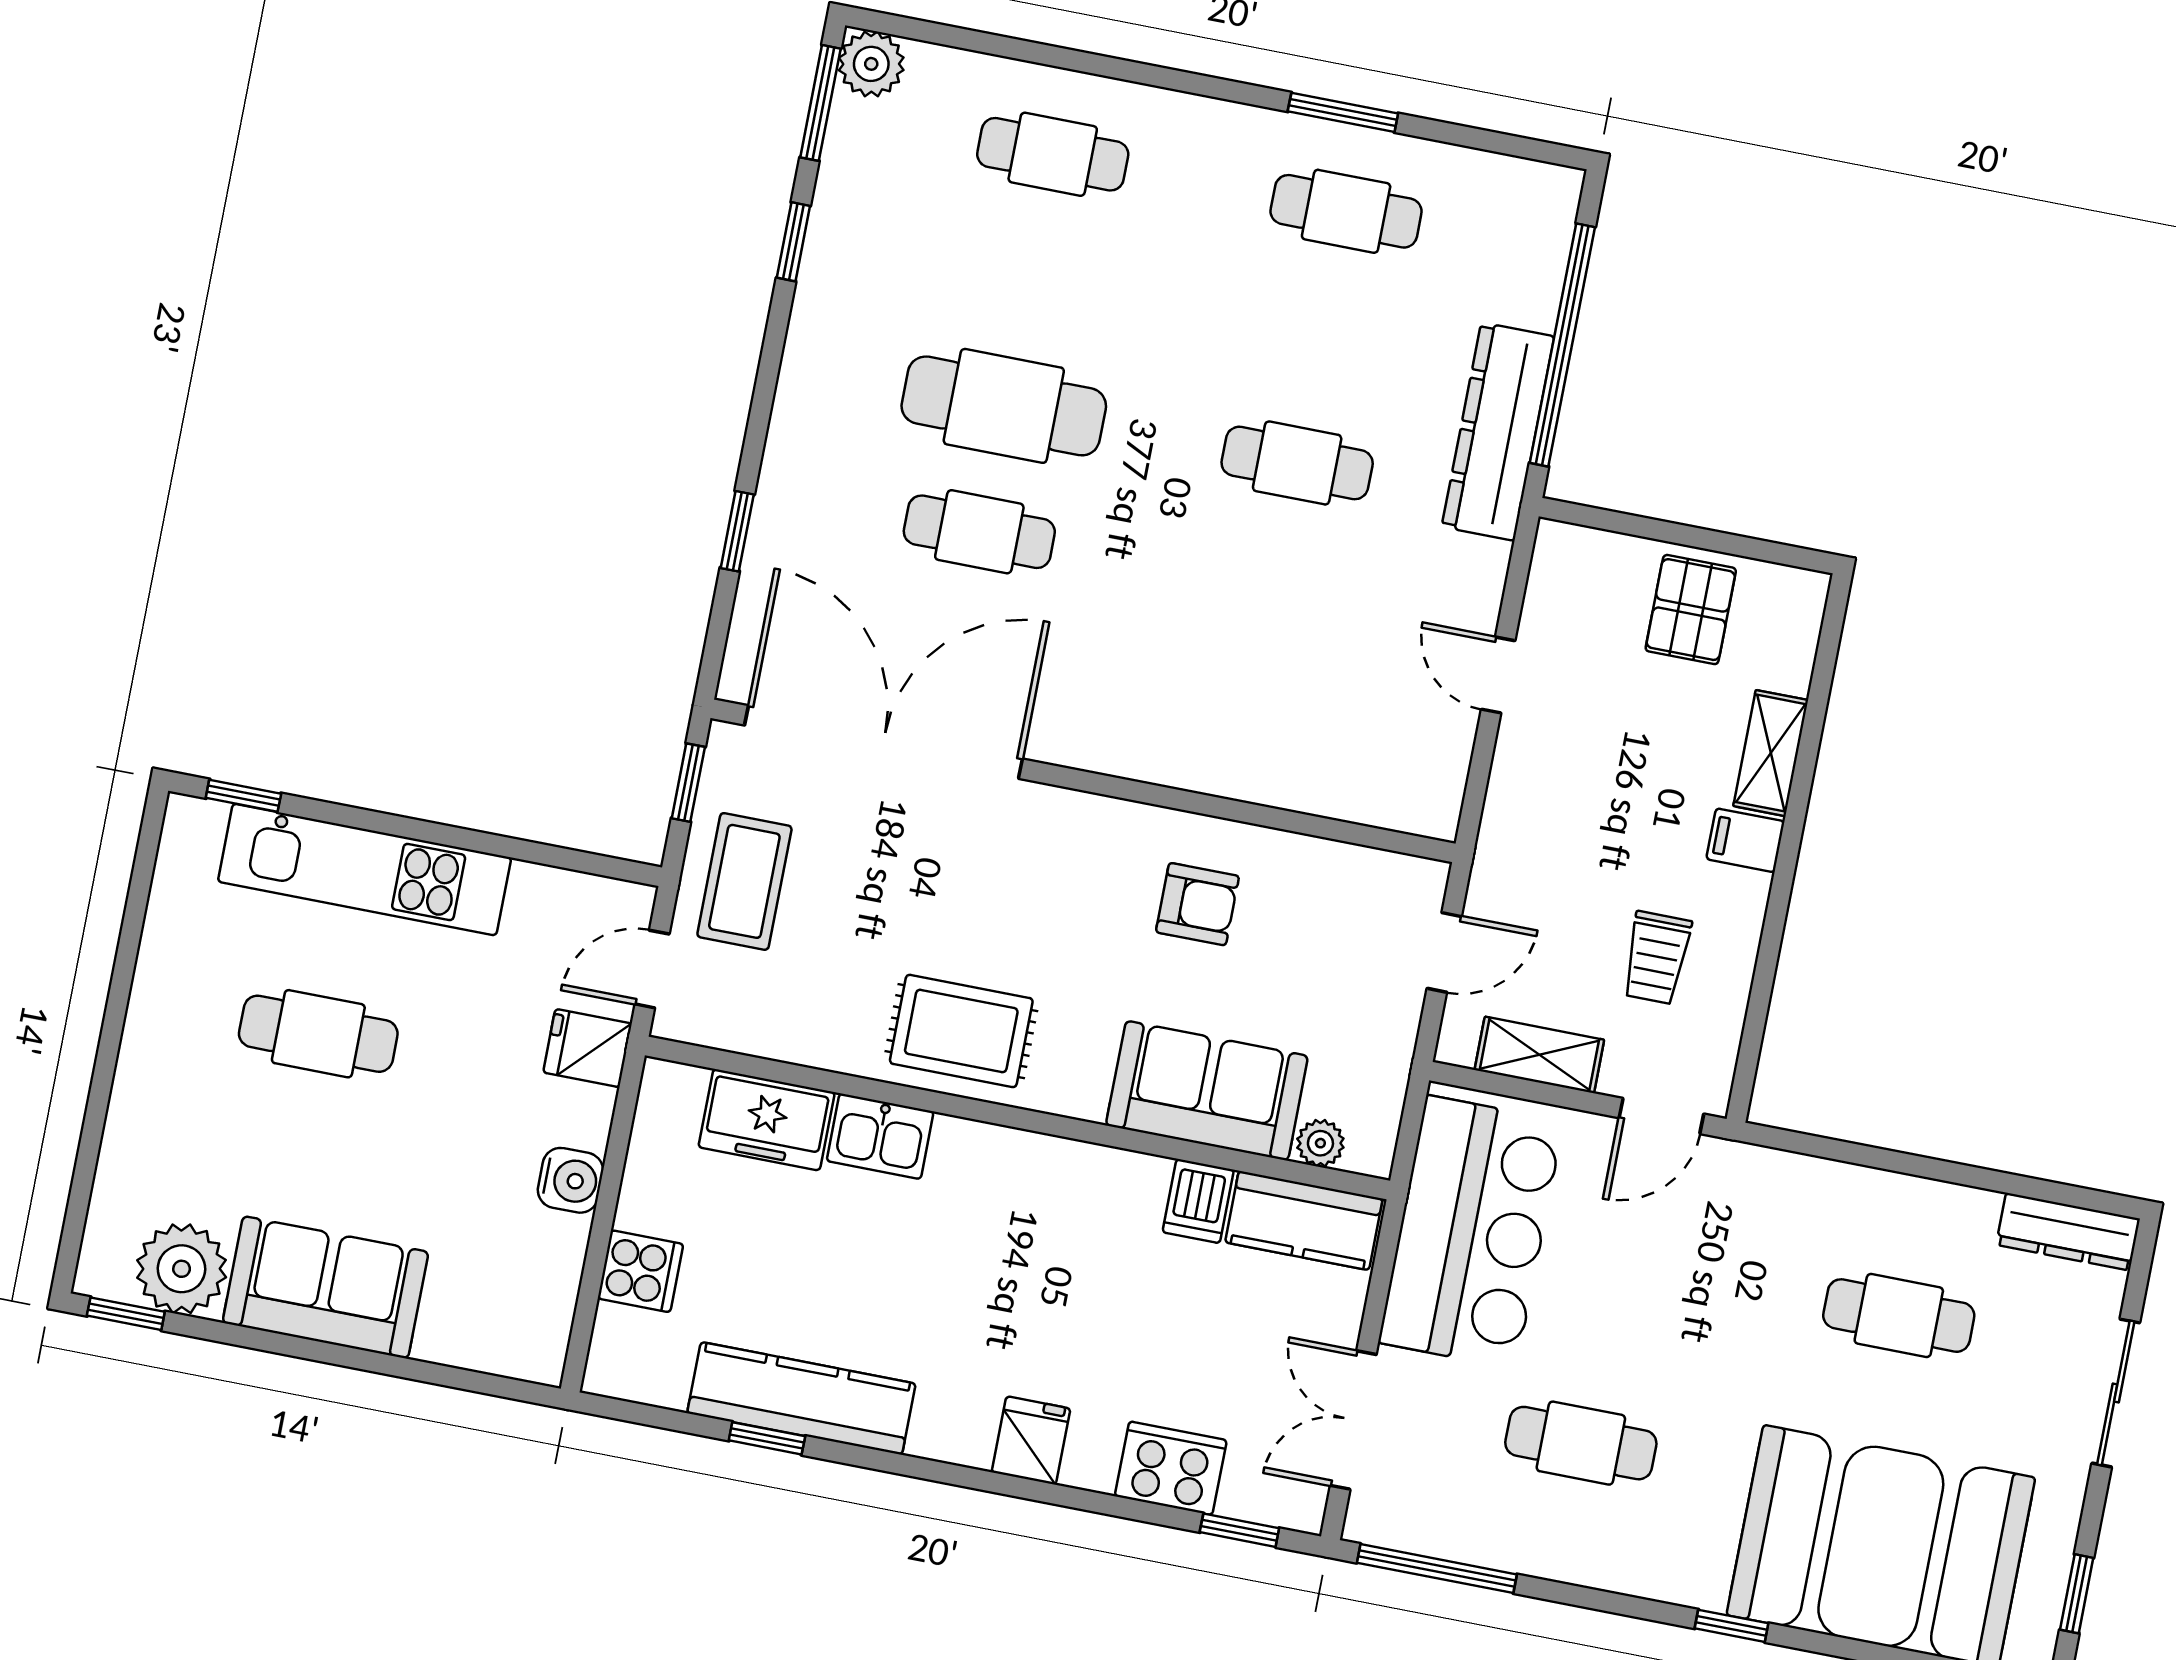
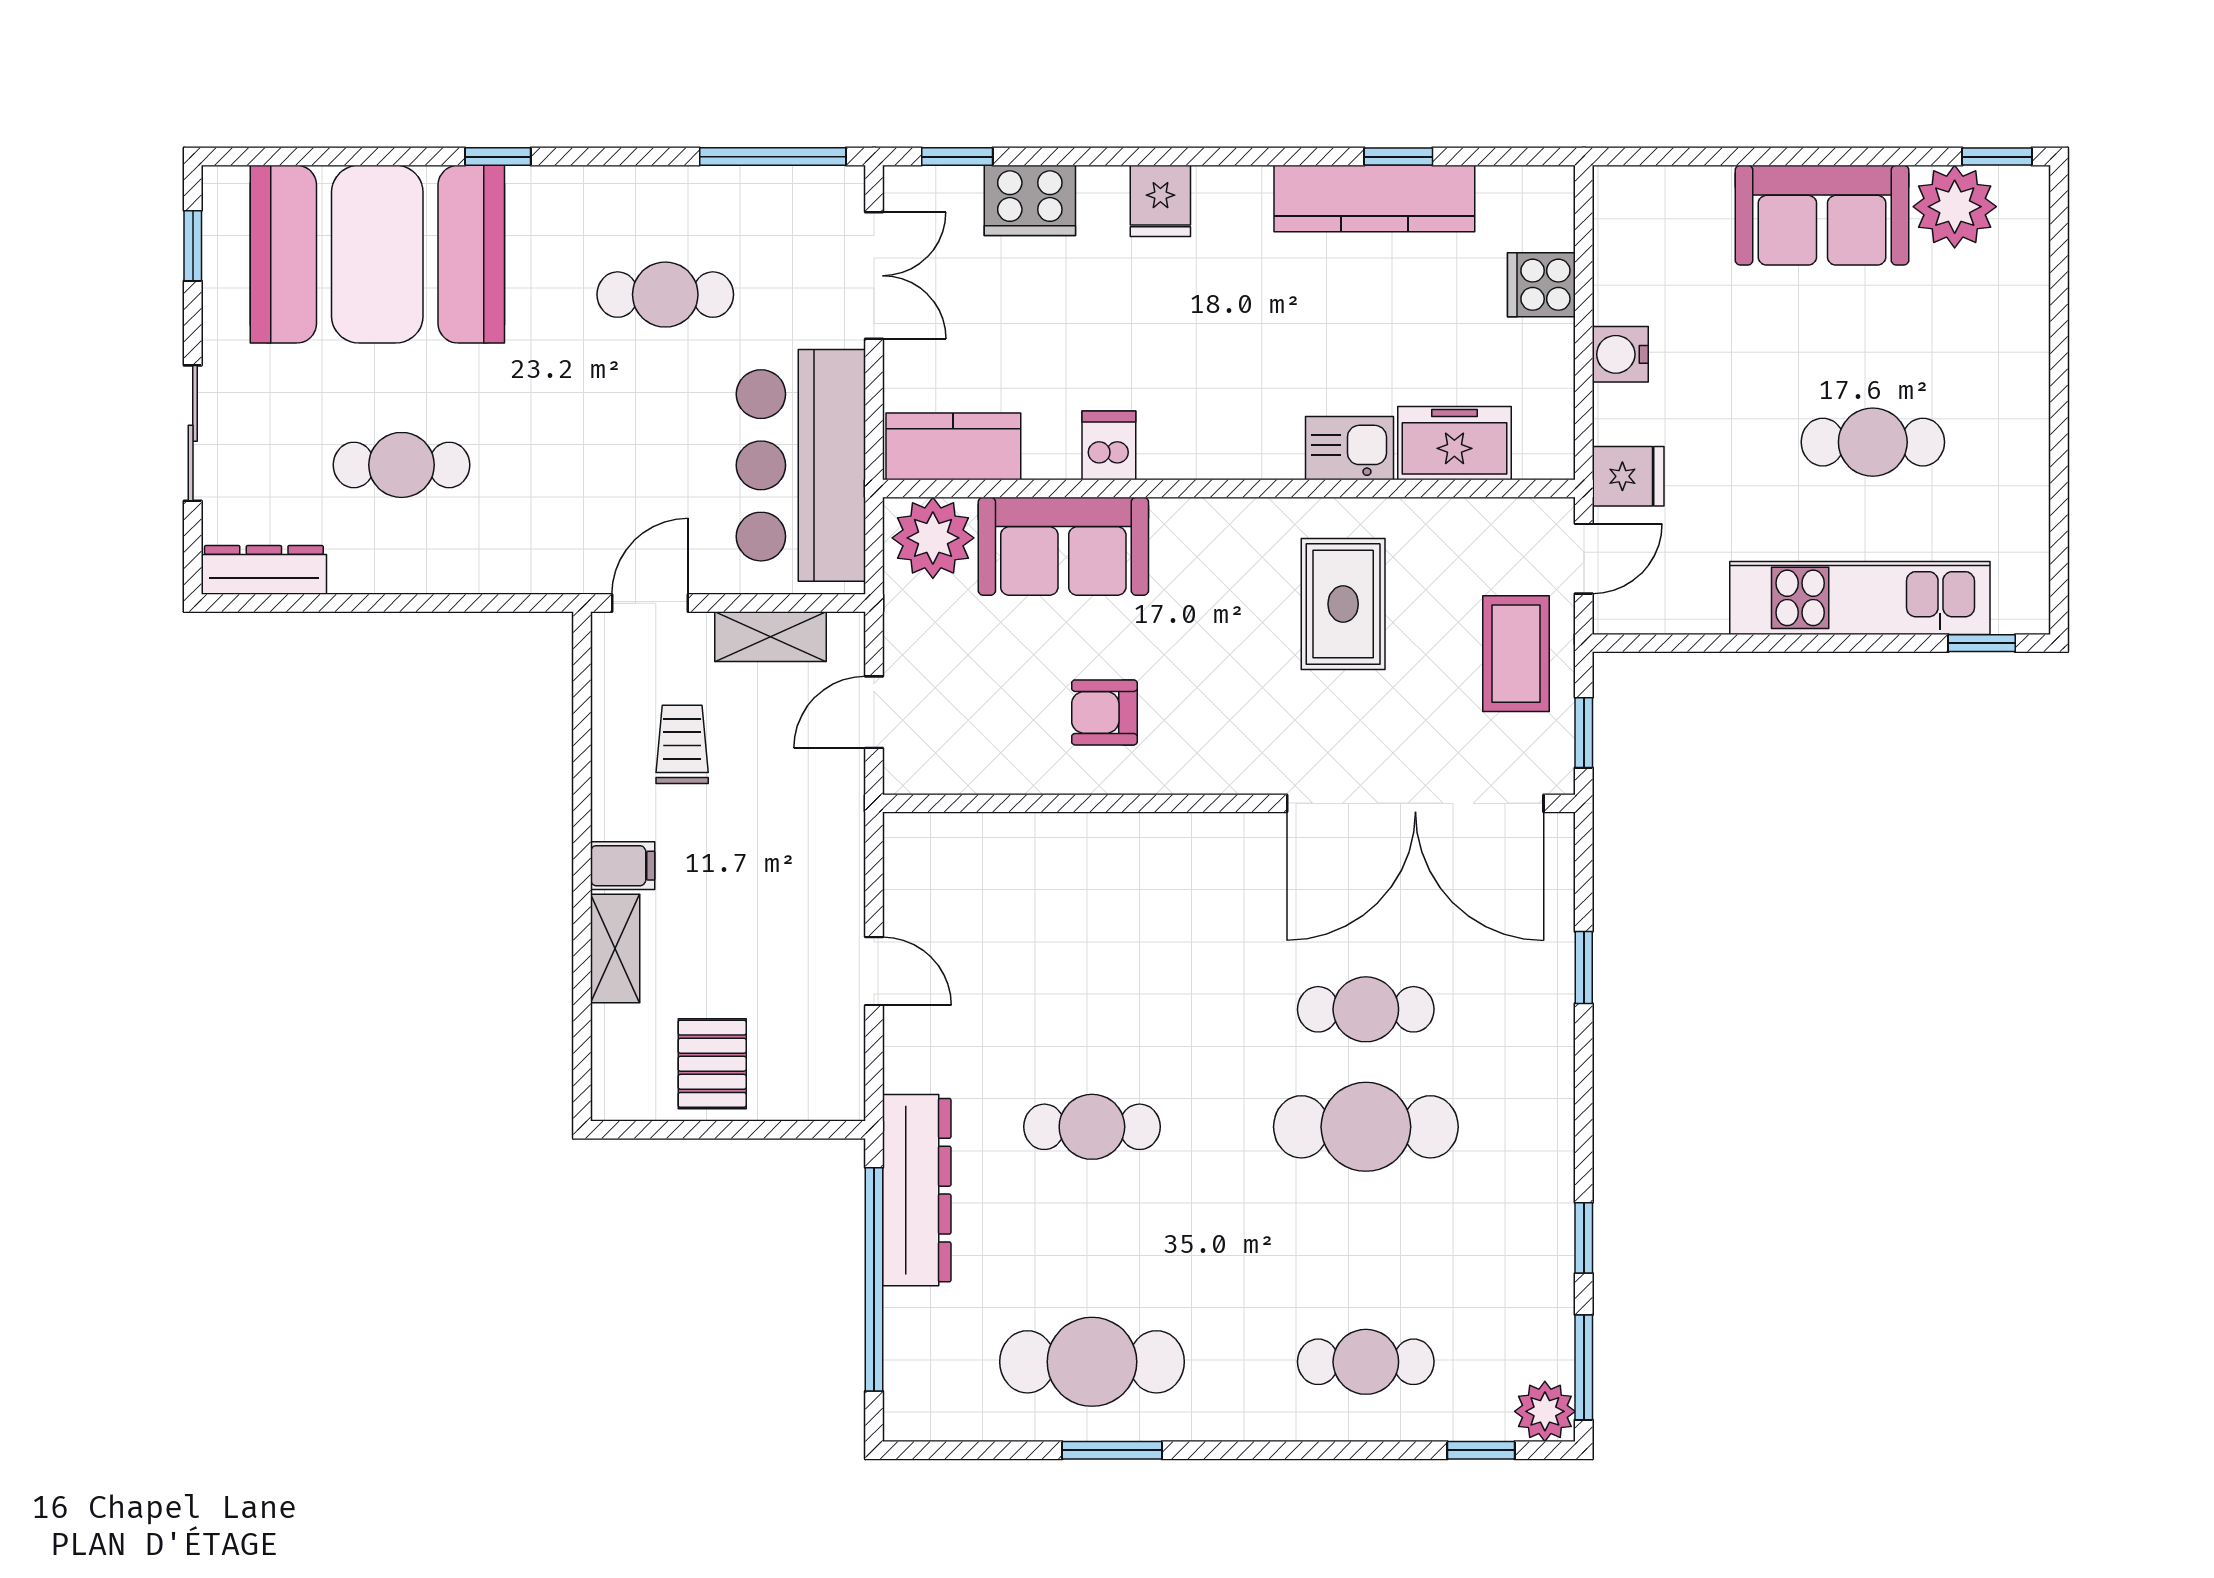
window: (948, 36) -> (1481, 1450), added
cafe table: (1346, 211) -> (1092, 1362), width x1.37, depth x1.35
rug: (961, 1031) -> (1343, 604), moved, turned 90
plant: (1320, 1143) -> (933, 538), width x1.88, depth x1.88
dishwasher: (1198, 1201) -> (1109, 445), moved

